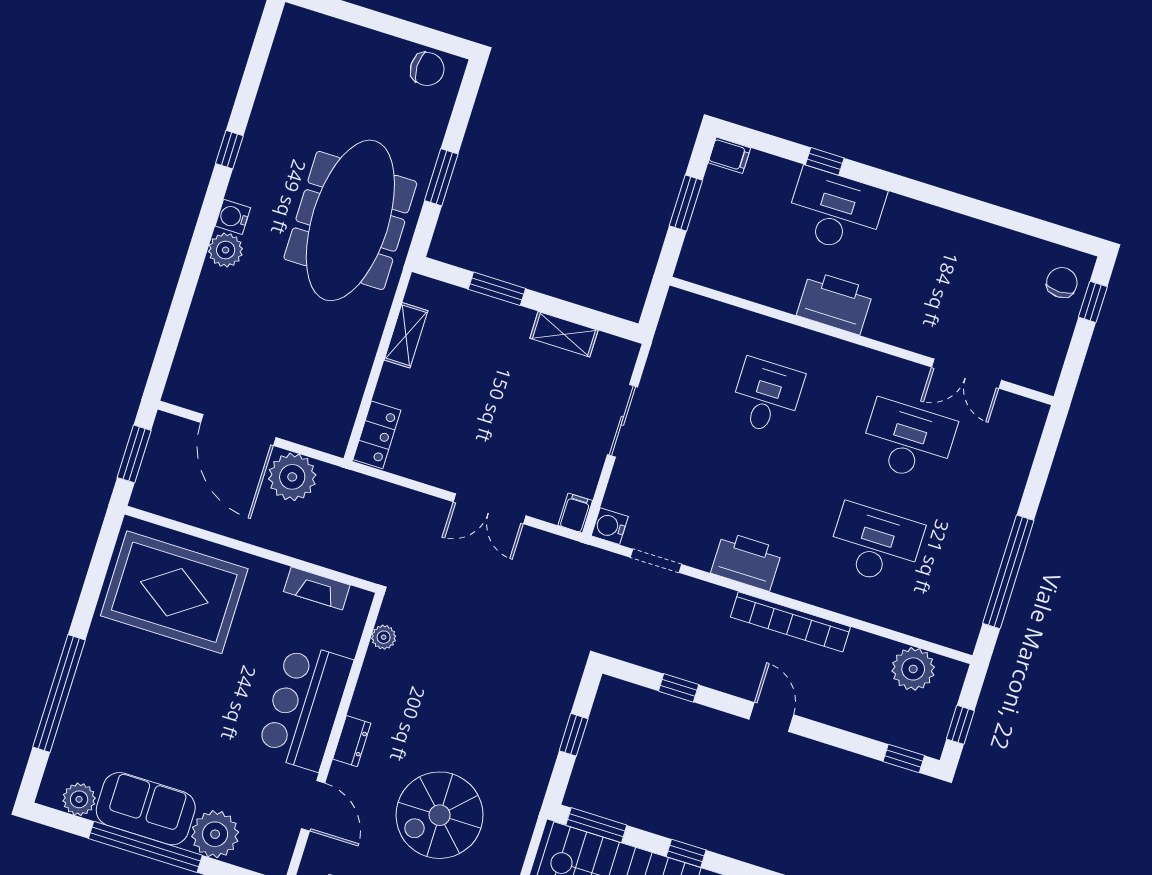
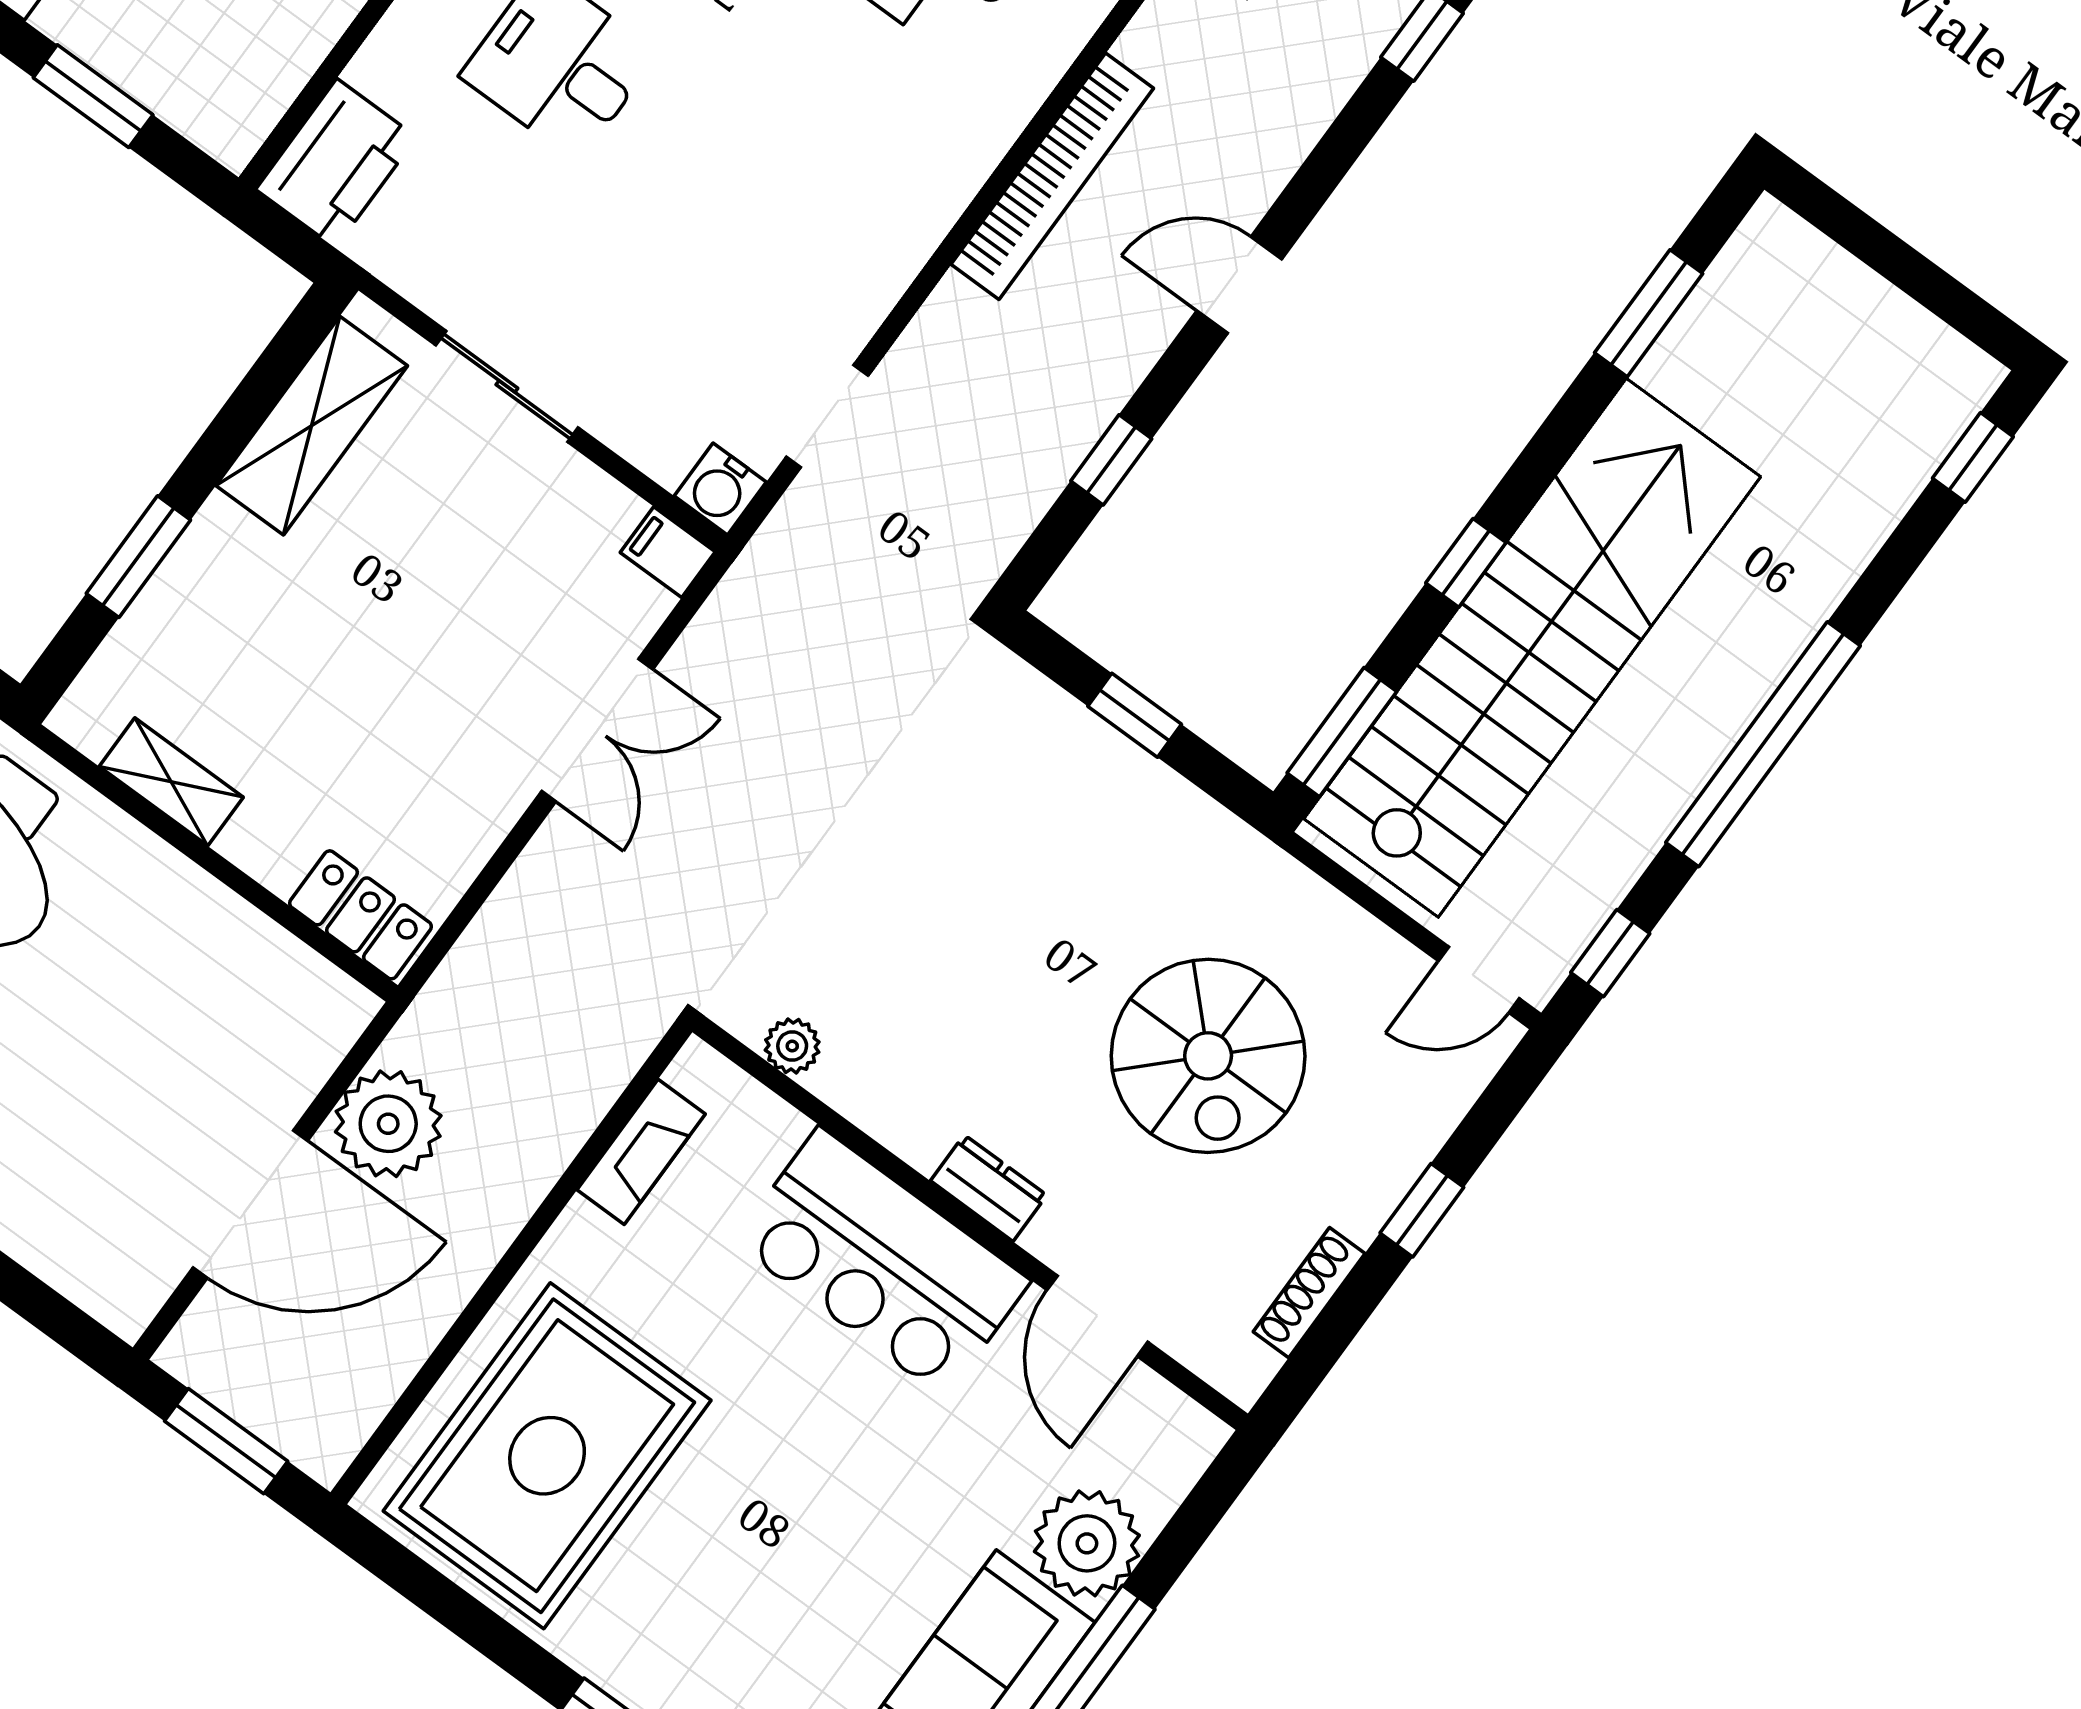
shelving: (564, 334) -> (312, 426), width x1.50, depth x1.33
printer: (747, 561) -> (336, 163), moved, turned 180
door: (313, 806) -> (1097, 1316), swing flipped

